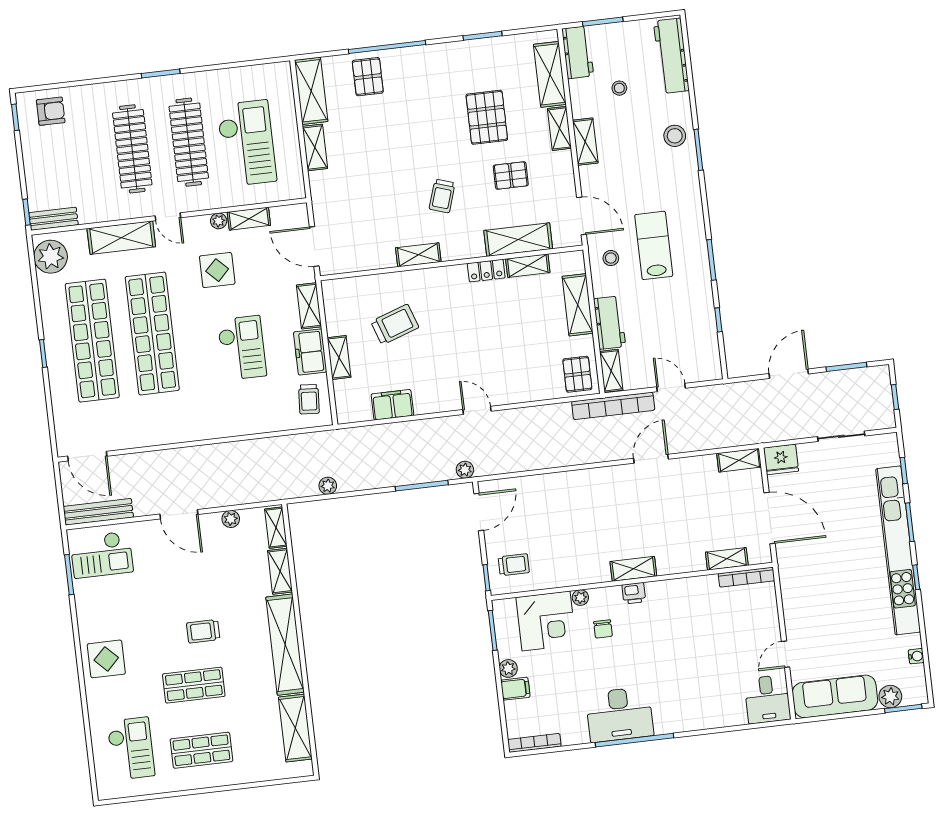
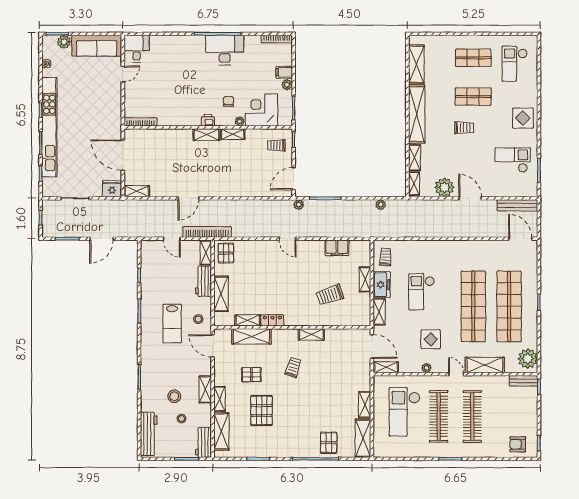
stool: (675, 136) -> (174, 396), moved
shelving: (249, 219) -> (386, 367), moved
plant: (231, 519) -> (444, 187), width x1.87, depth x1.87
checkout: (102, 555) -> (513, 160), moved
shelving: (727, 559) -> (233, 134), moved

